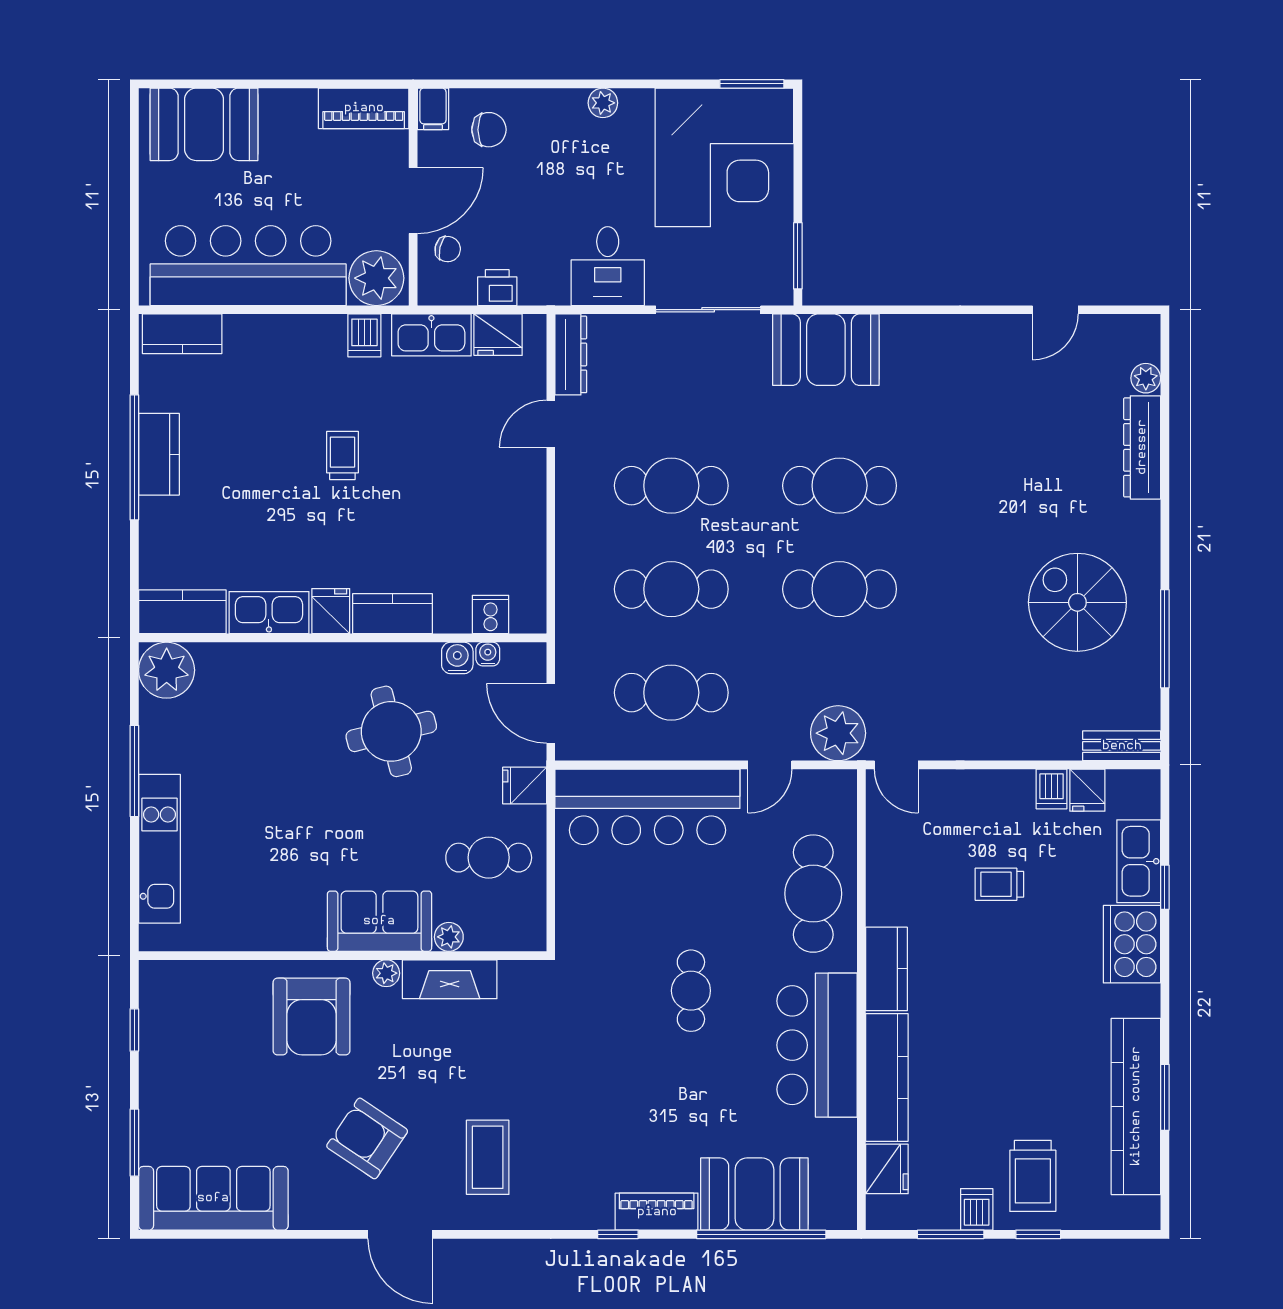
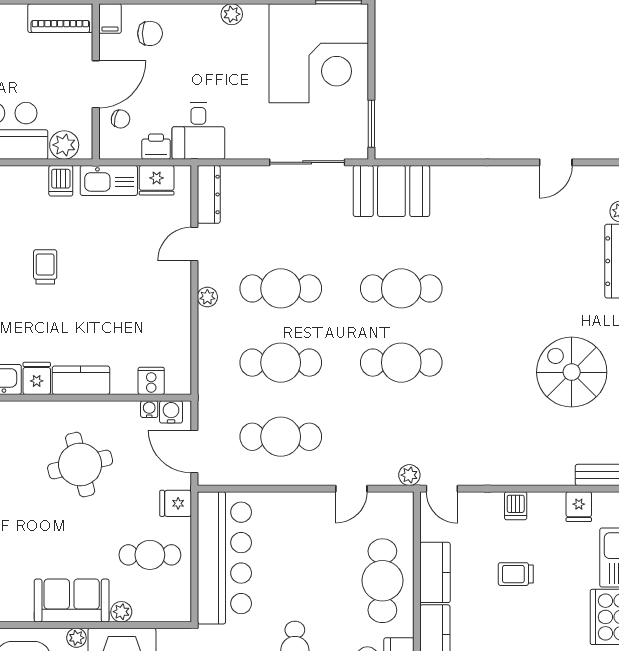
desk: (608, 266) -> (198, 131), moved
plant: (376, 278) -> (64, 145), width x0.73, depth x0.73
plant: (569, 498) -> (207, 297), added
water cooler: (457, 658) -> (171, 412), moved
plant: (838, 733) -> (409, 475), width x0.53, depth x0.53
dishwasher: (1052, 789) -> (516, 506), moved
bar counter: (647, 807) -> (224, 558), moved, turned -90
kitchen counter: (887, 882) -> (435, 572), added

